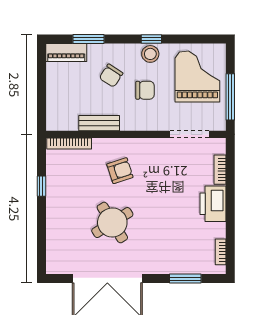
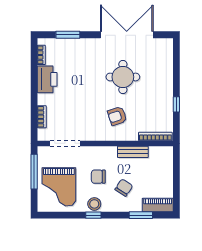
printer: (213, 204) -> (47, 79), moved
round table: (112, 223) -> (123, 77), turned 32

